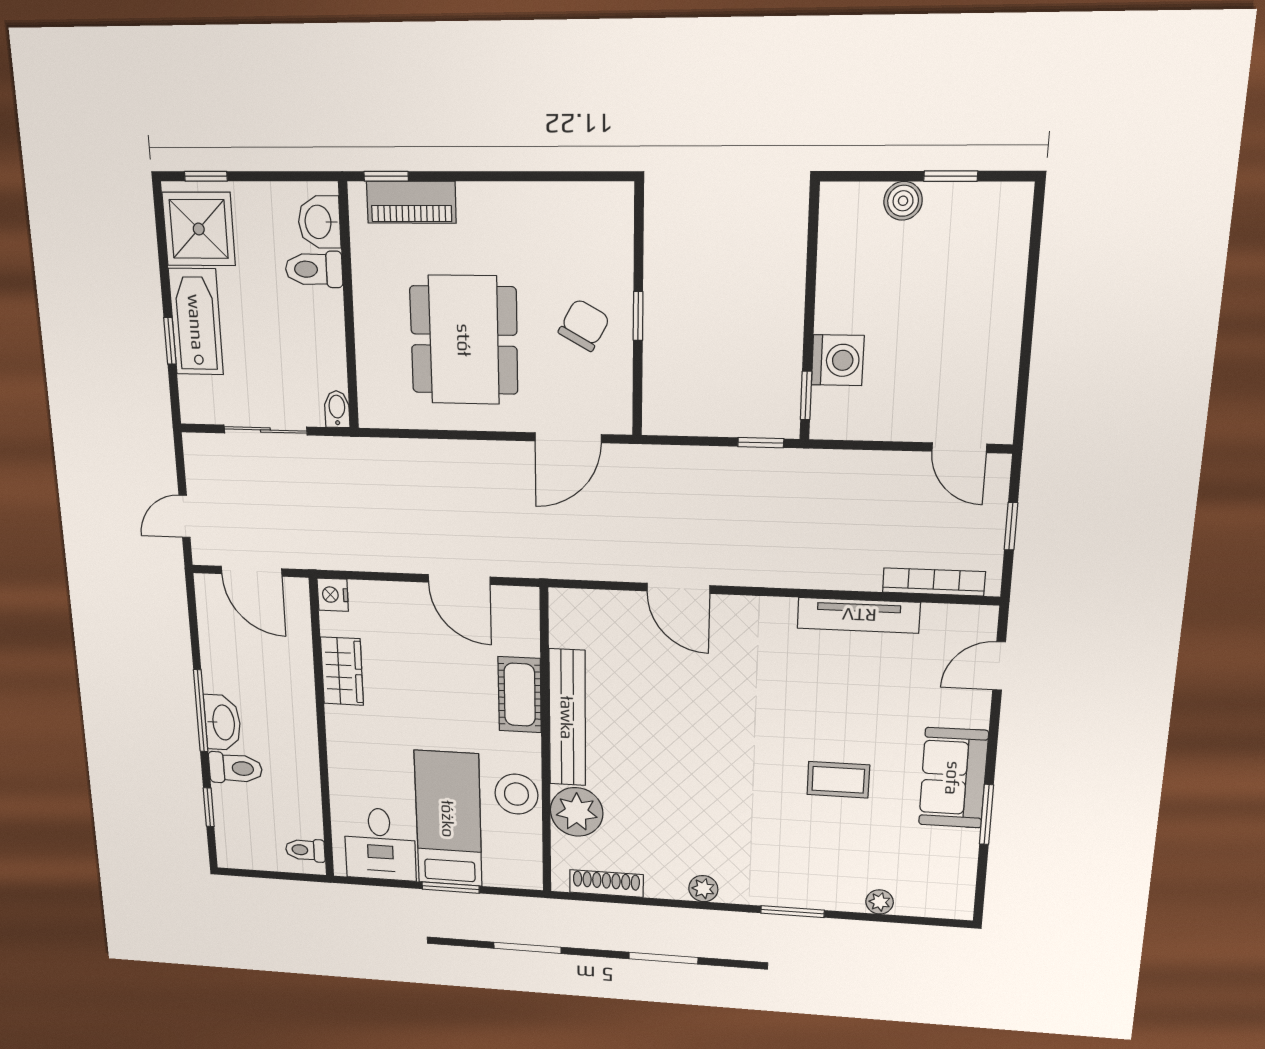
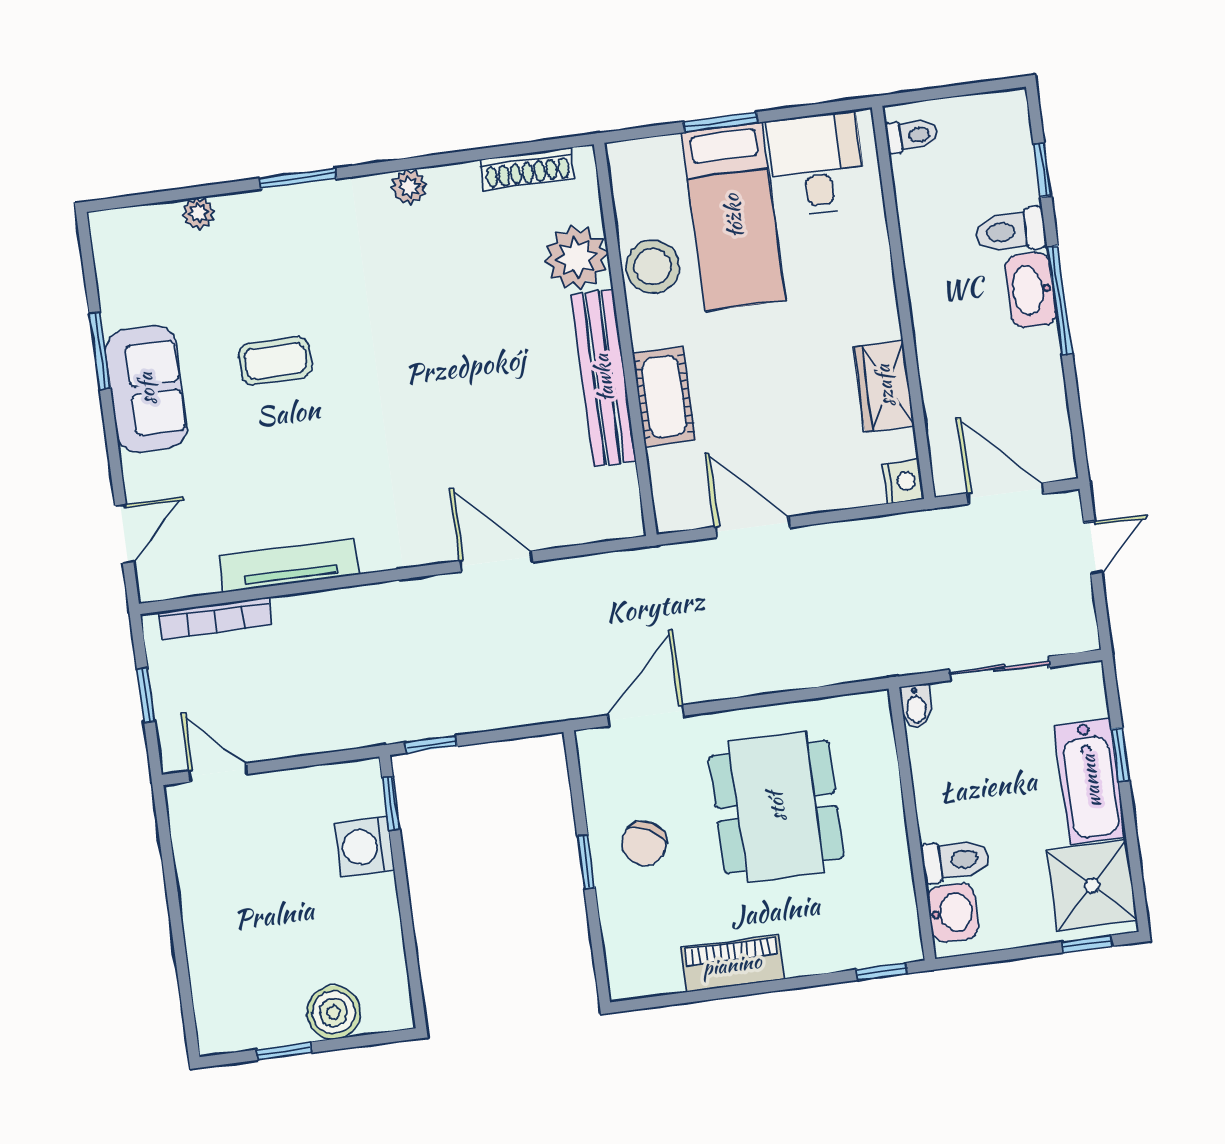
boiler: (903, 201) -> (334, 1012), width x1.36, depth x1.36
piano: (411, 202) -> (732, 964), moved

